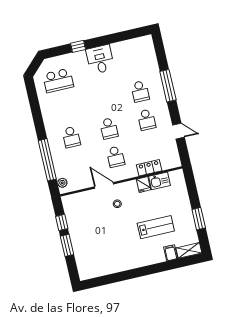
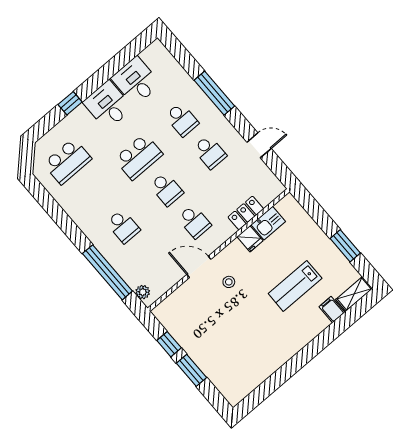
desk: (125, 54) -> (136, 81), added
school desk: (102, 100) -> (139, 157), added
lab bench: (156, 227) -> (295, 286), turned 180

